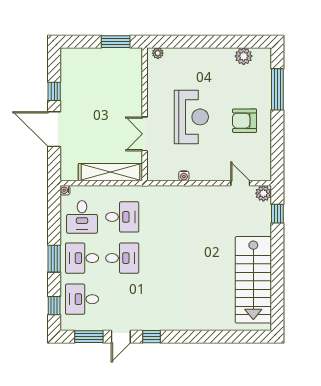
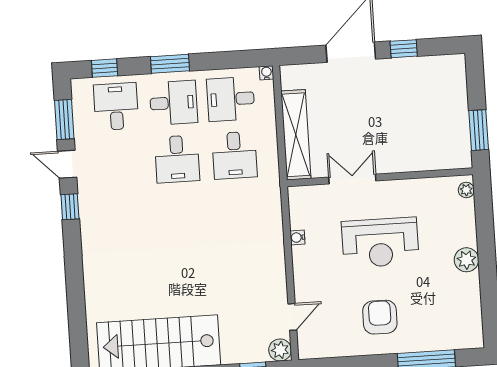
plant: (244, 56) -> (466, 260), moved
desk: (82, 258) -> (173, 103), turned 90

